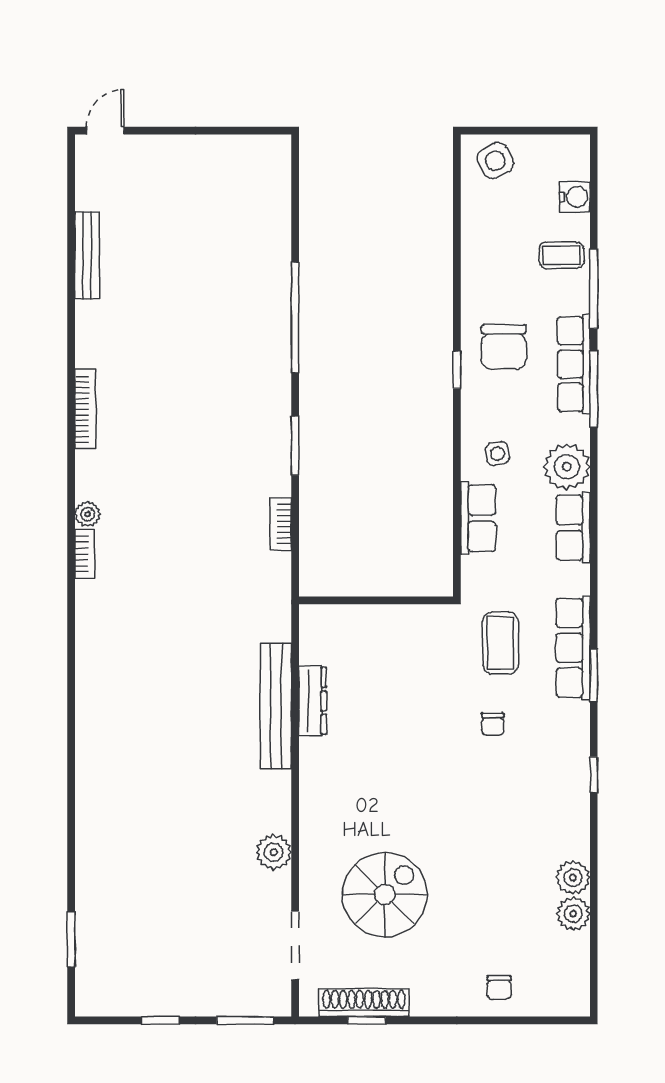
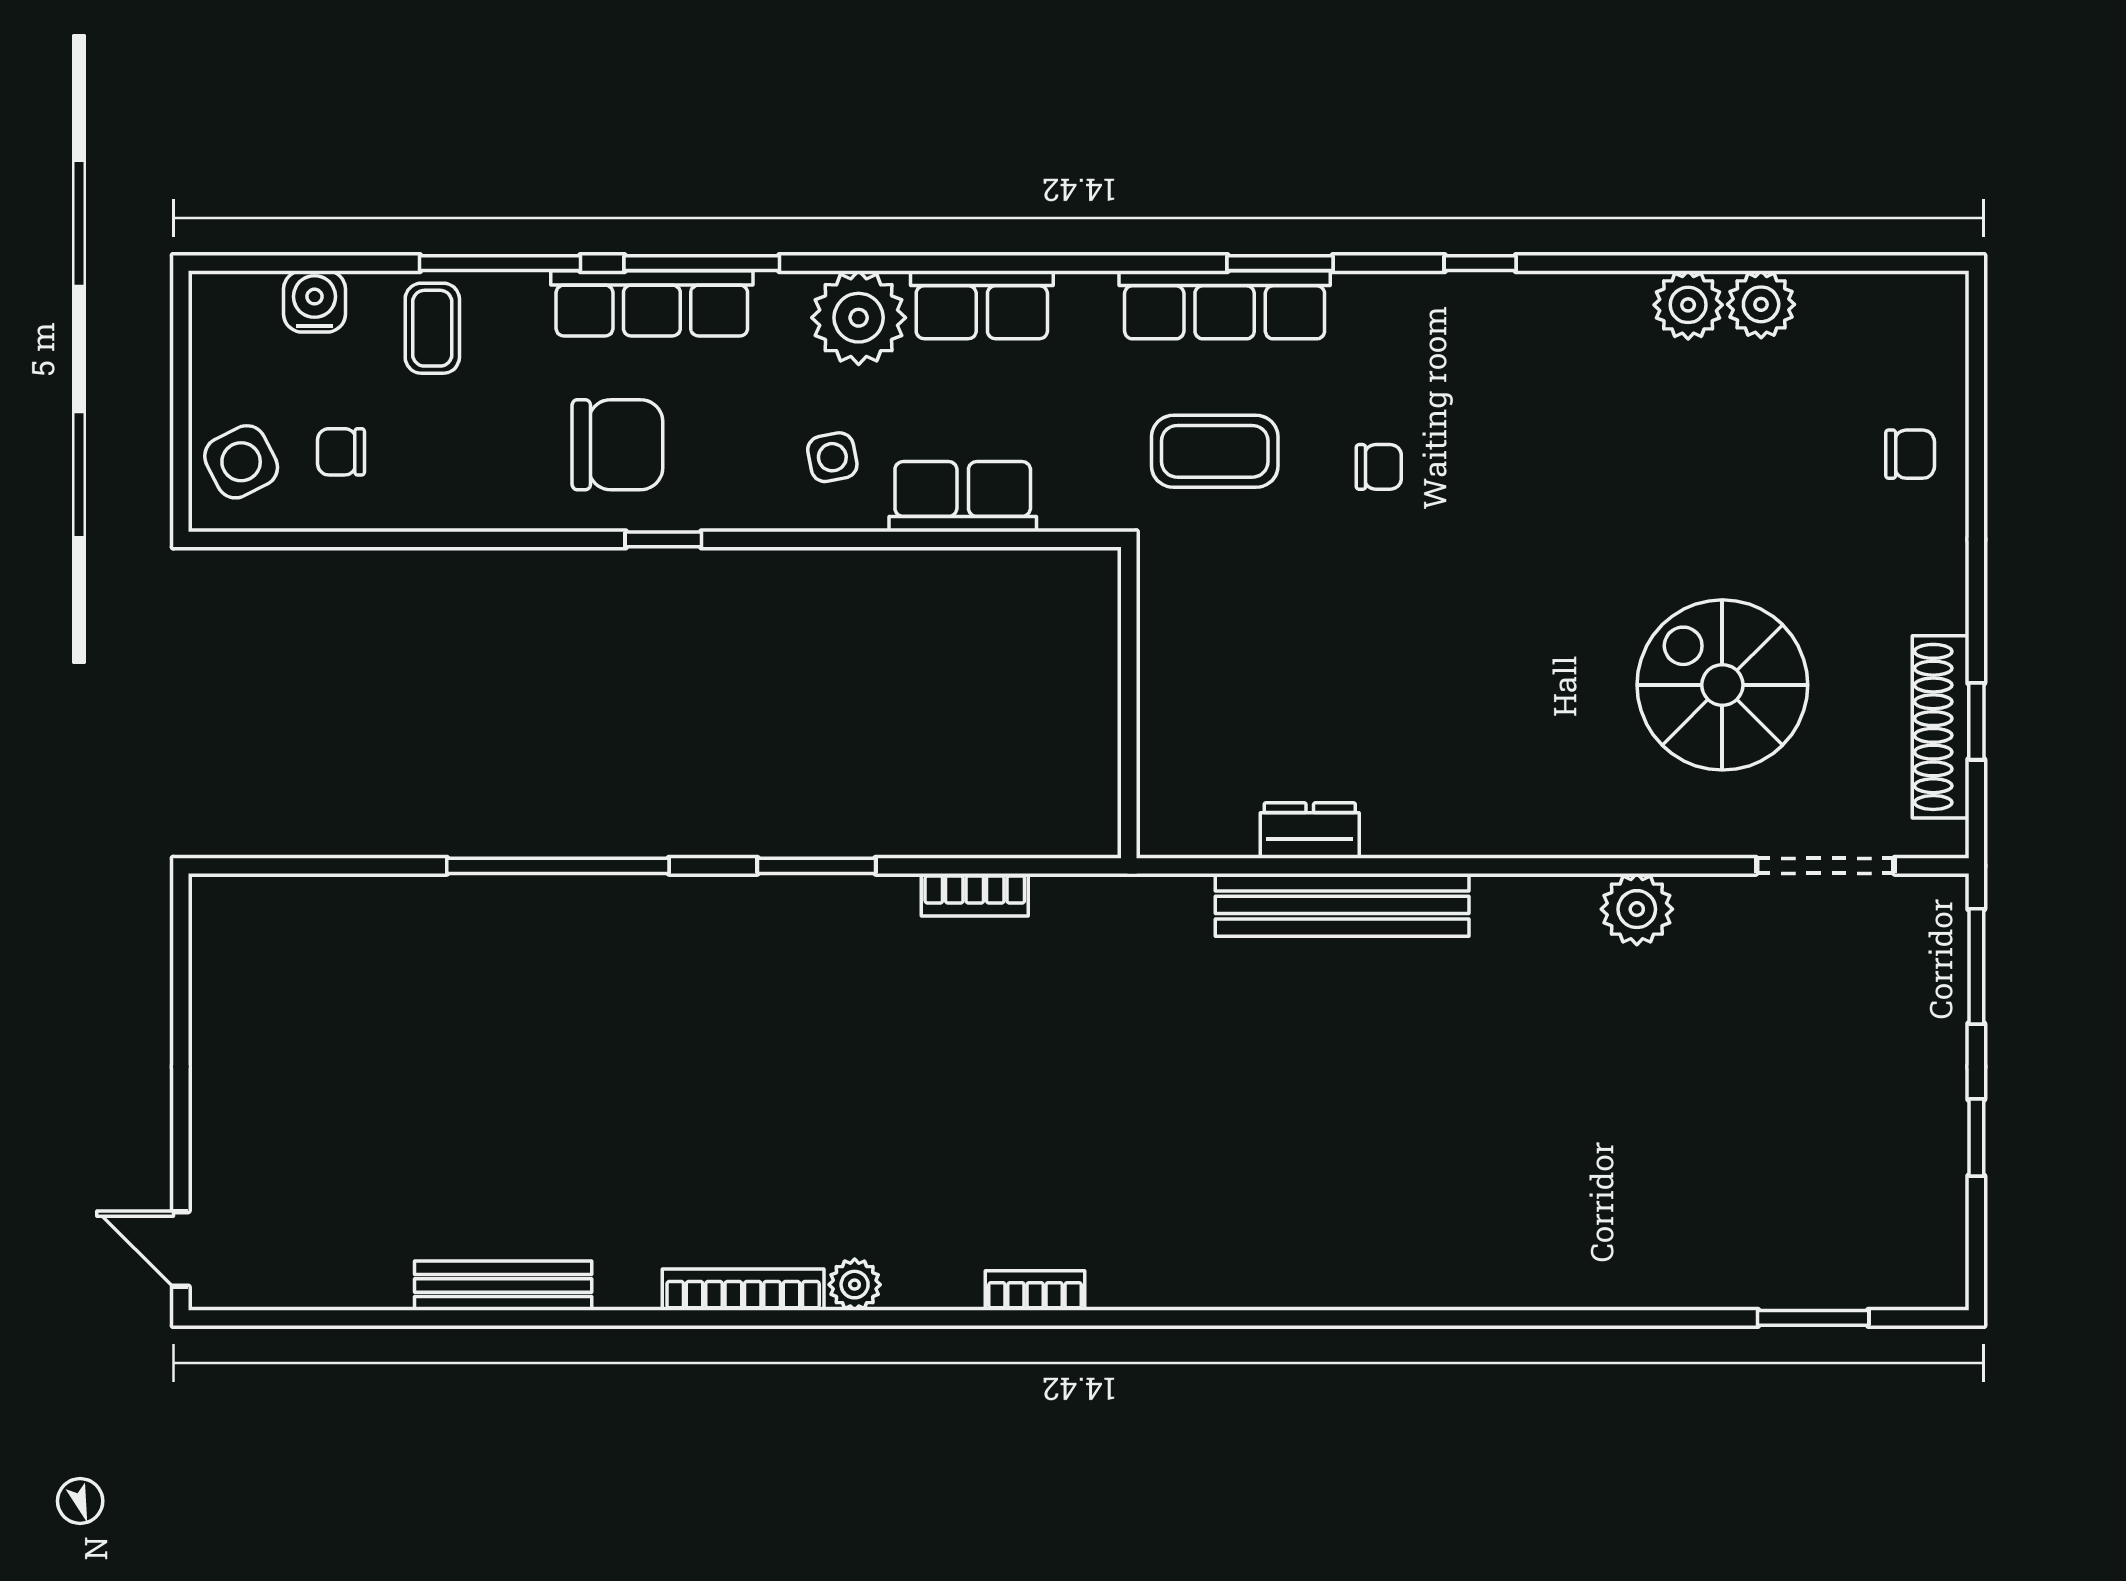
chair: (500, 210) -> (341, 452), added
bench: (87, 255) -> (503, 1286), moved
plant: (88, 514) -> (855, 1285), moved
dresser: (313, 701) -> (1310, 831), width x0.70

